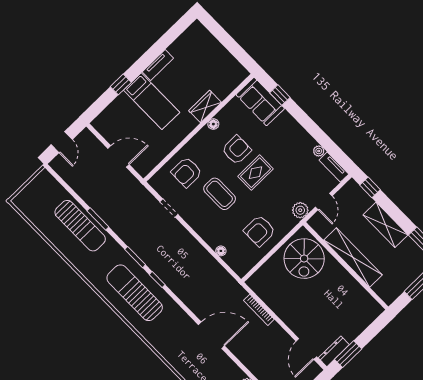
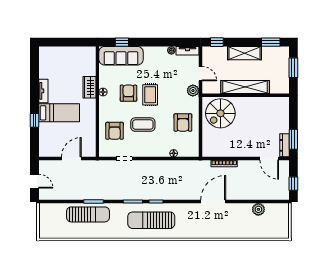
sofa: (260, 102) -> (121, 56), width x1.36
spiral stairs: (304, 259) -> (220, 113), turned 90

